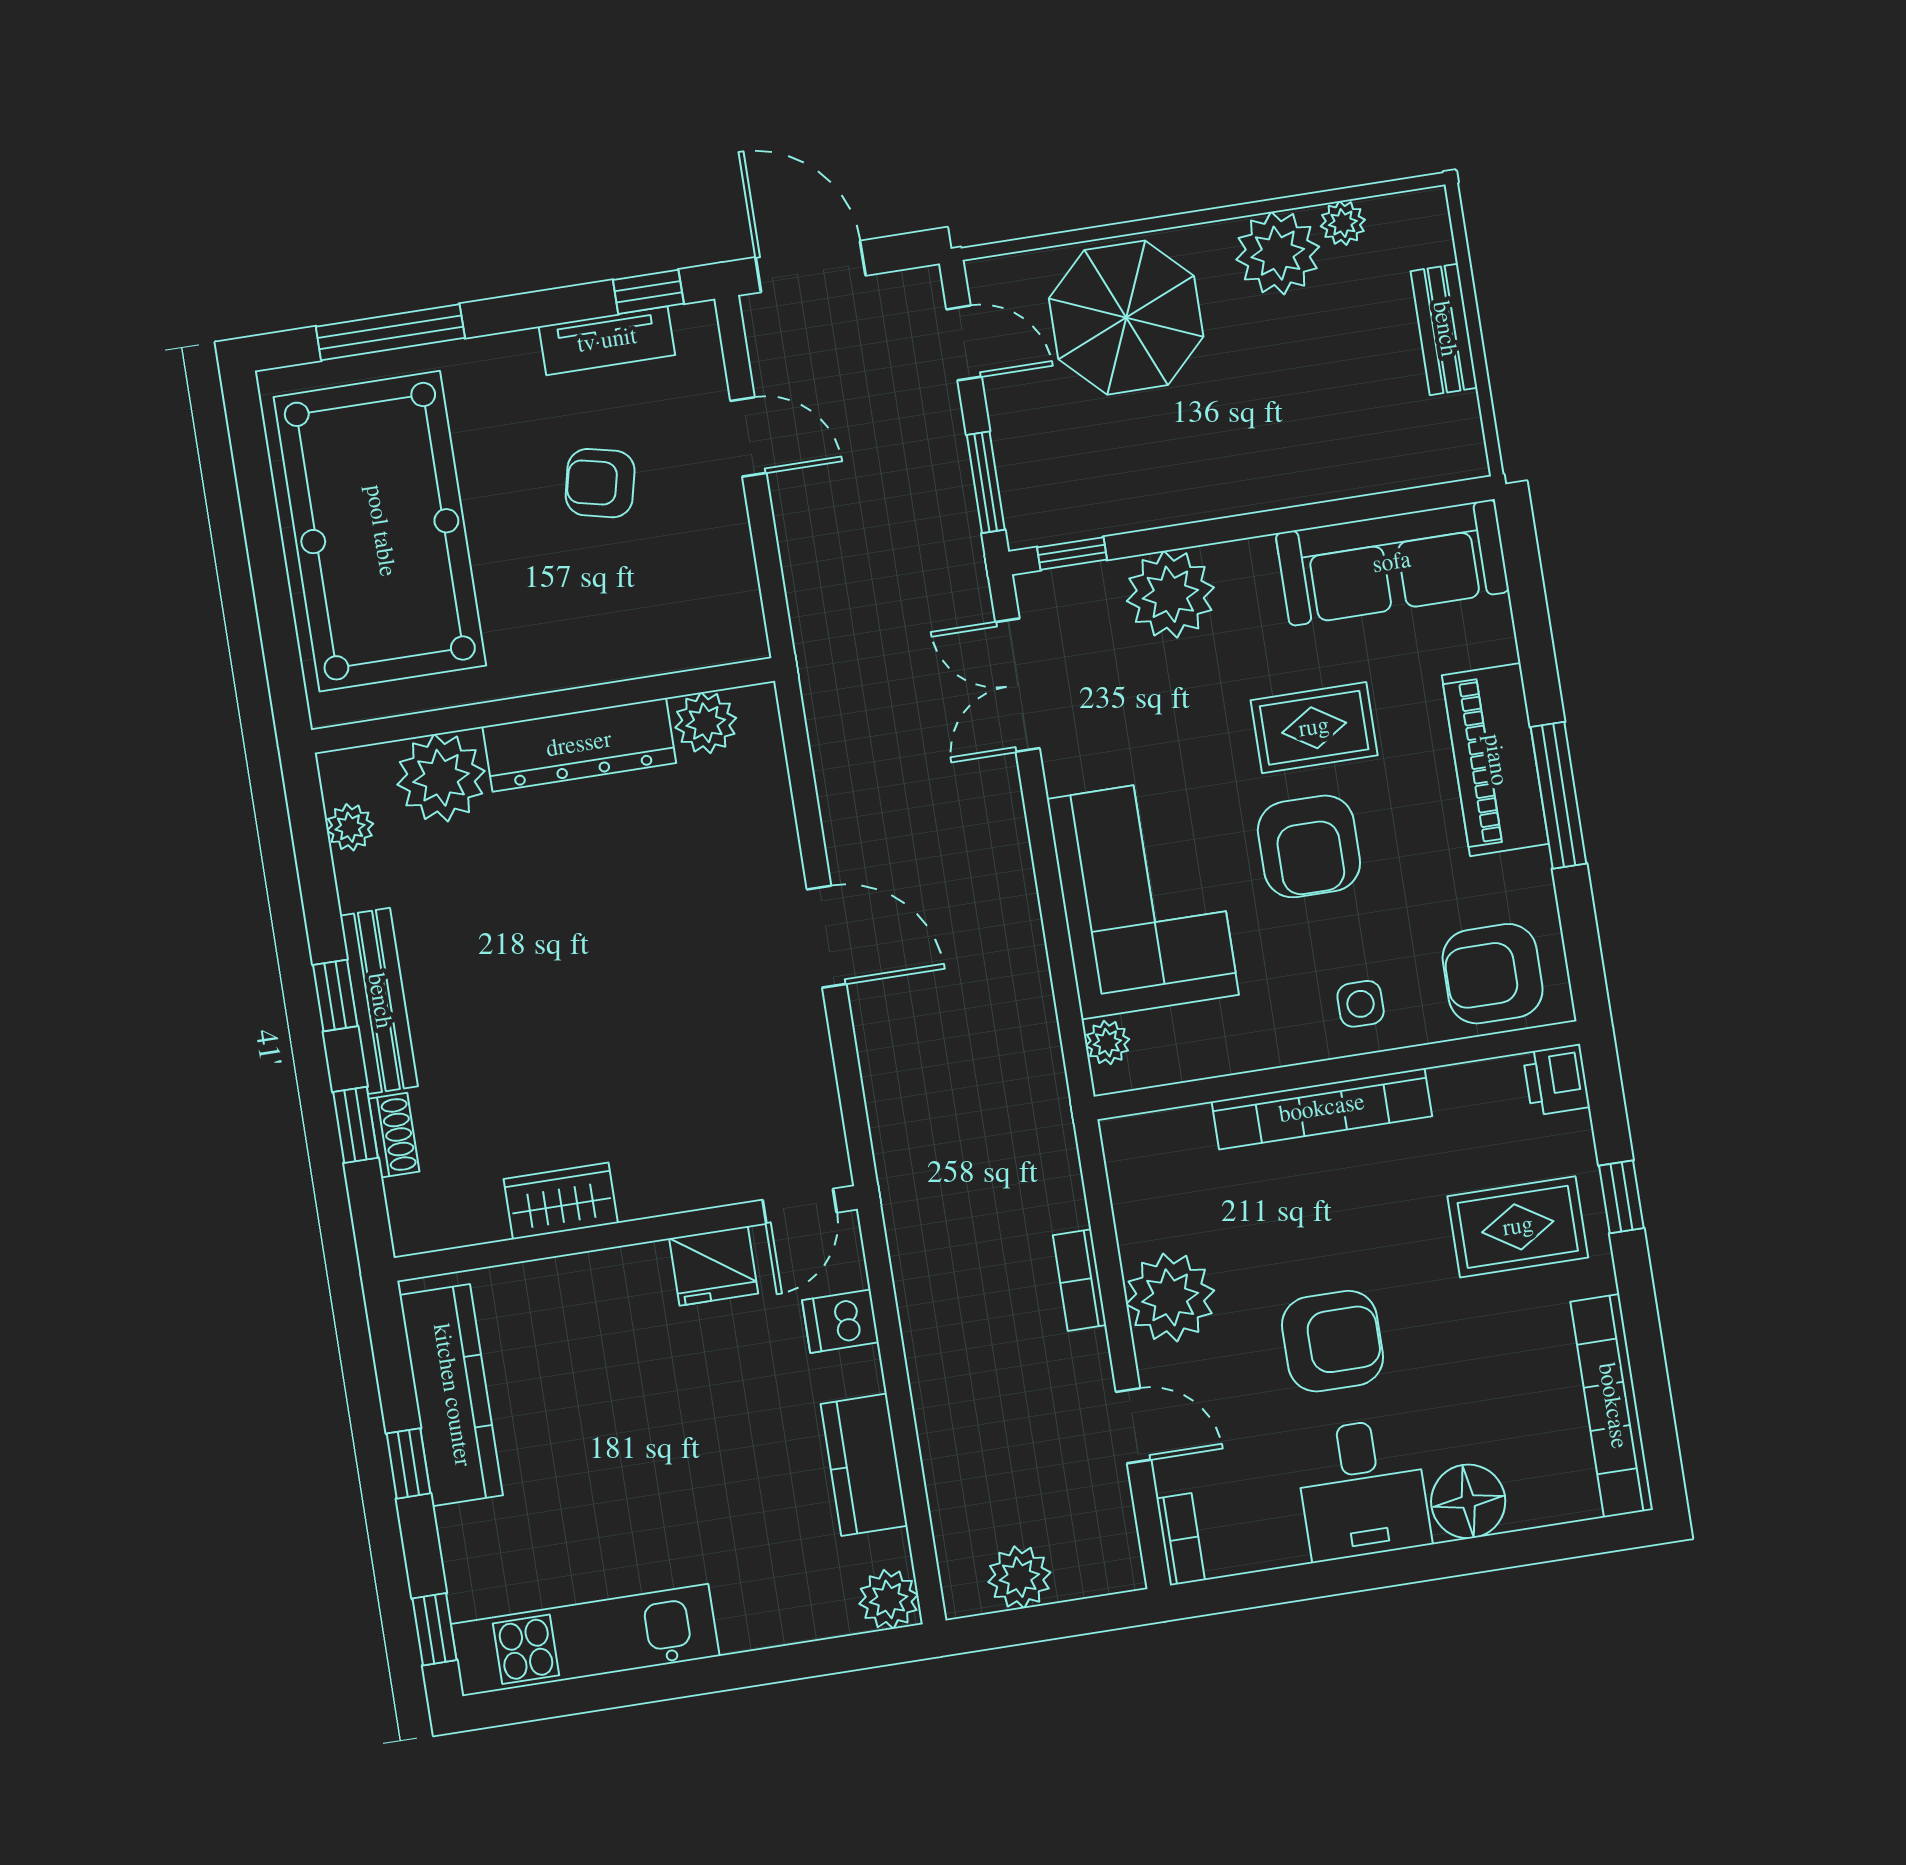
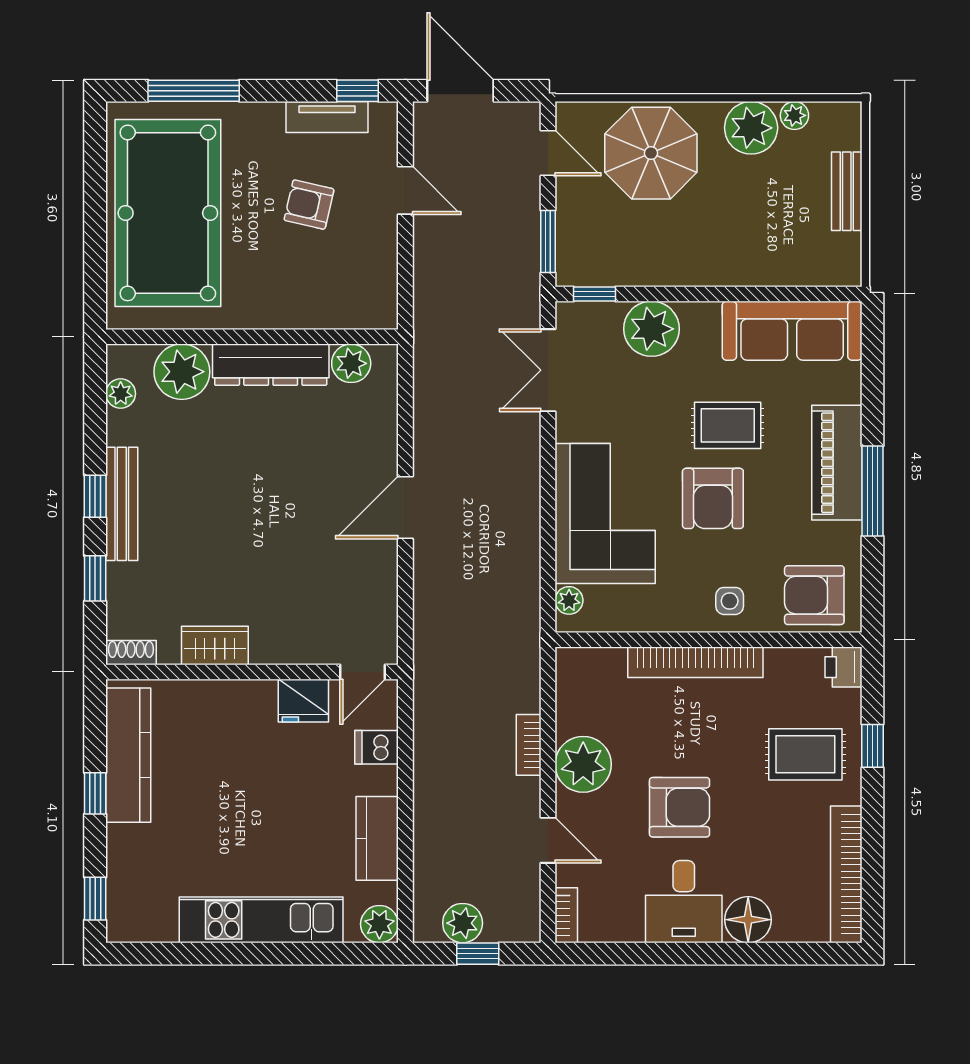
door: (827, 937) -> (405, 507), swing flipped
shoe rack: (394, 1135) -> (131, 653), moved, turned -90
window: (1051, 1622) -> (478, 954), added
kitchen unit: (585, 1640) -> (261, 920), moved

